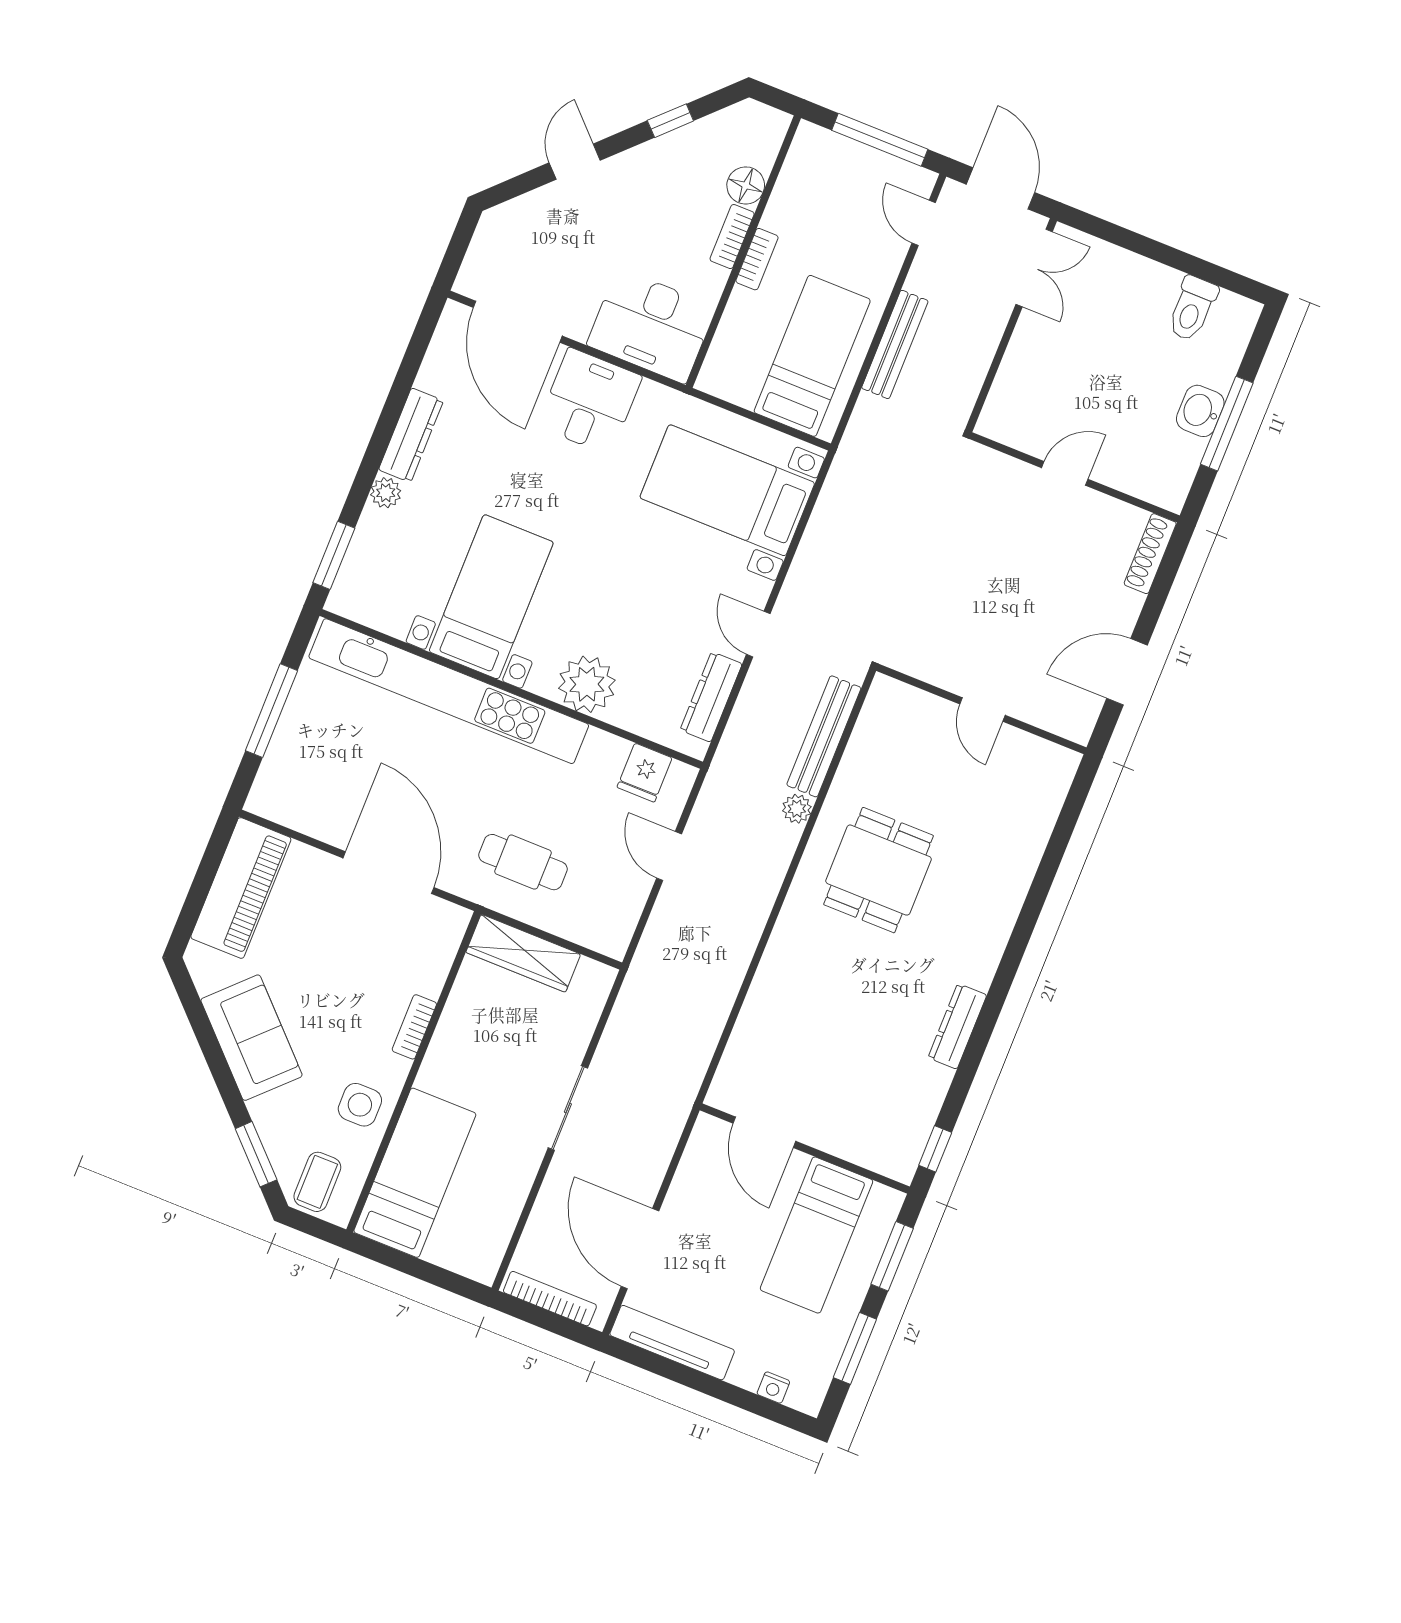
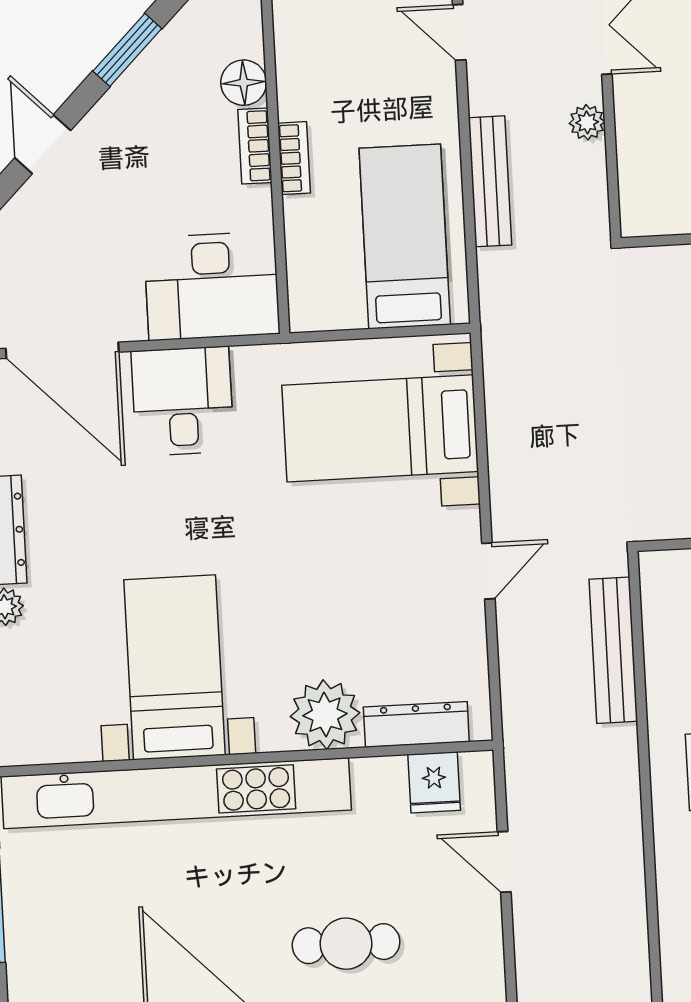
window: (670, 121) -> (127, 50), width x1.50
door: (758, 634) -> (488, 571), swing flipped
dresser: (711, 697) -> (416, 724), moved, turned 90
plant: (797, 809) -> (587, 122), moved

